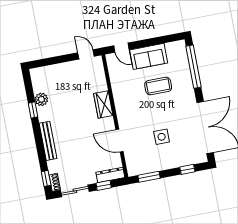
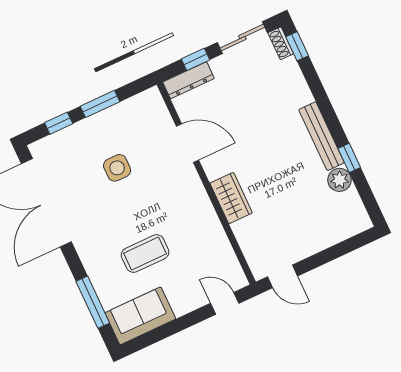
sofa: (149, 56) -> (140, 316), moved
window: (194, 67) -> (93, 302), width x0.68
bench: (48, 141) -> (322, 136), moved
window: (149, 177) -> (100, 104), moved

